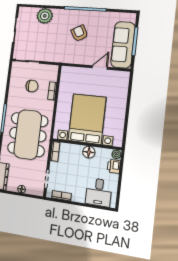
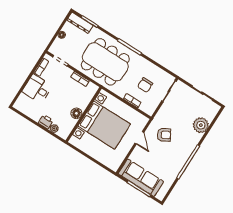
armchair: (79, 33) -> (164, 135), moved
door: (100, 67) -> (139, 138), moved
bed with nightstands: (87, 119) -> (104, 125), moved
wall: (87, 144) -> (84, 115), moved
floor lamp: (89, 152) -> (76, 113), moved
desk: (99, 192) -> (37, 89), moved

